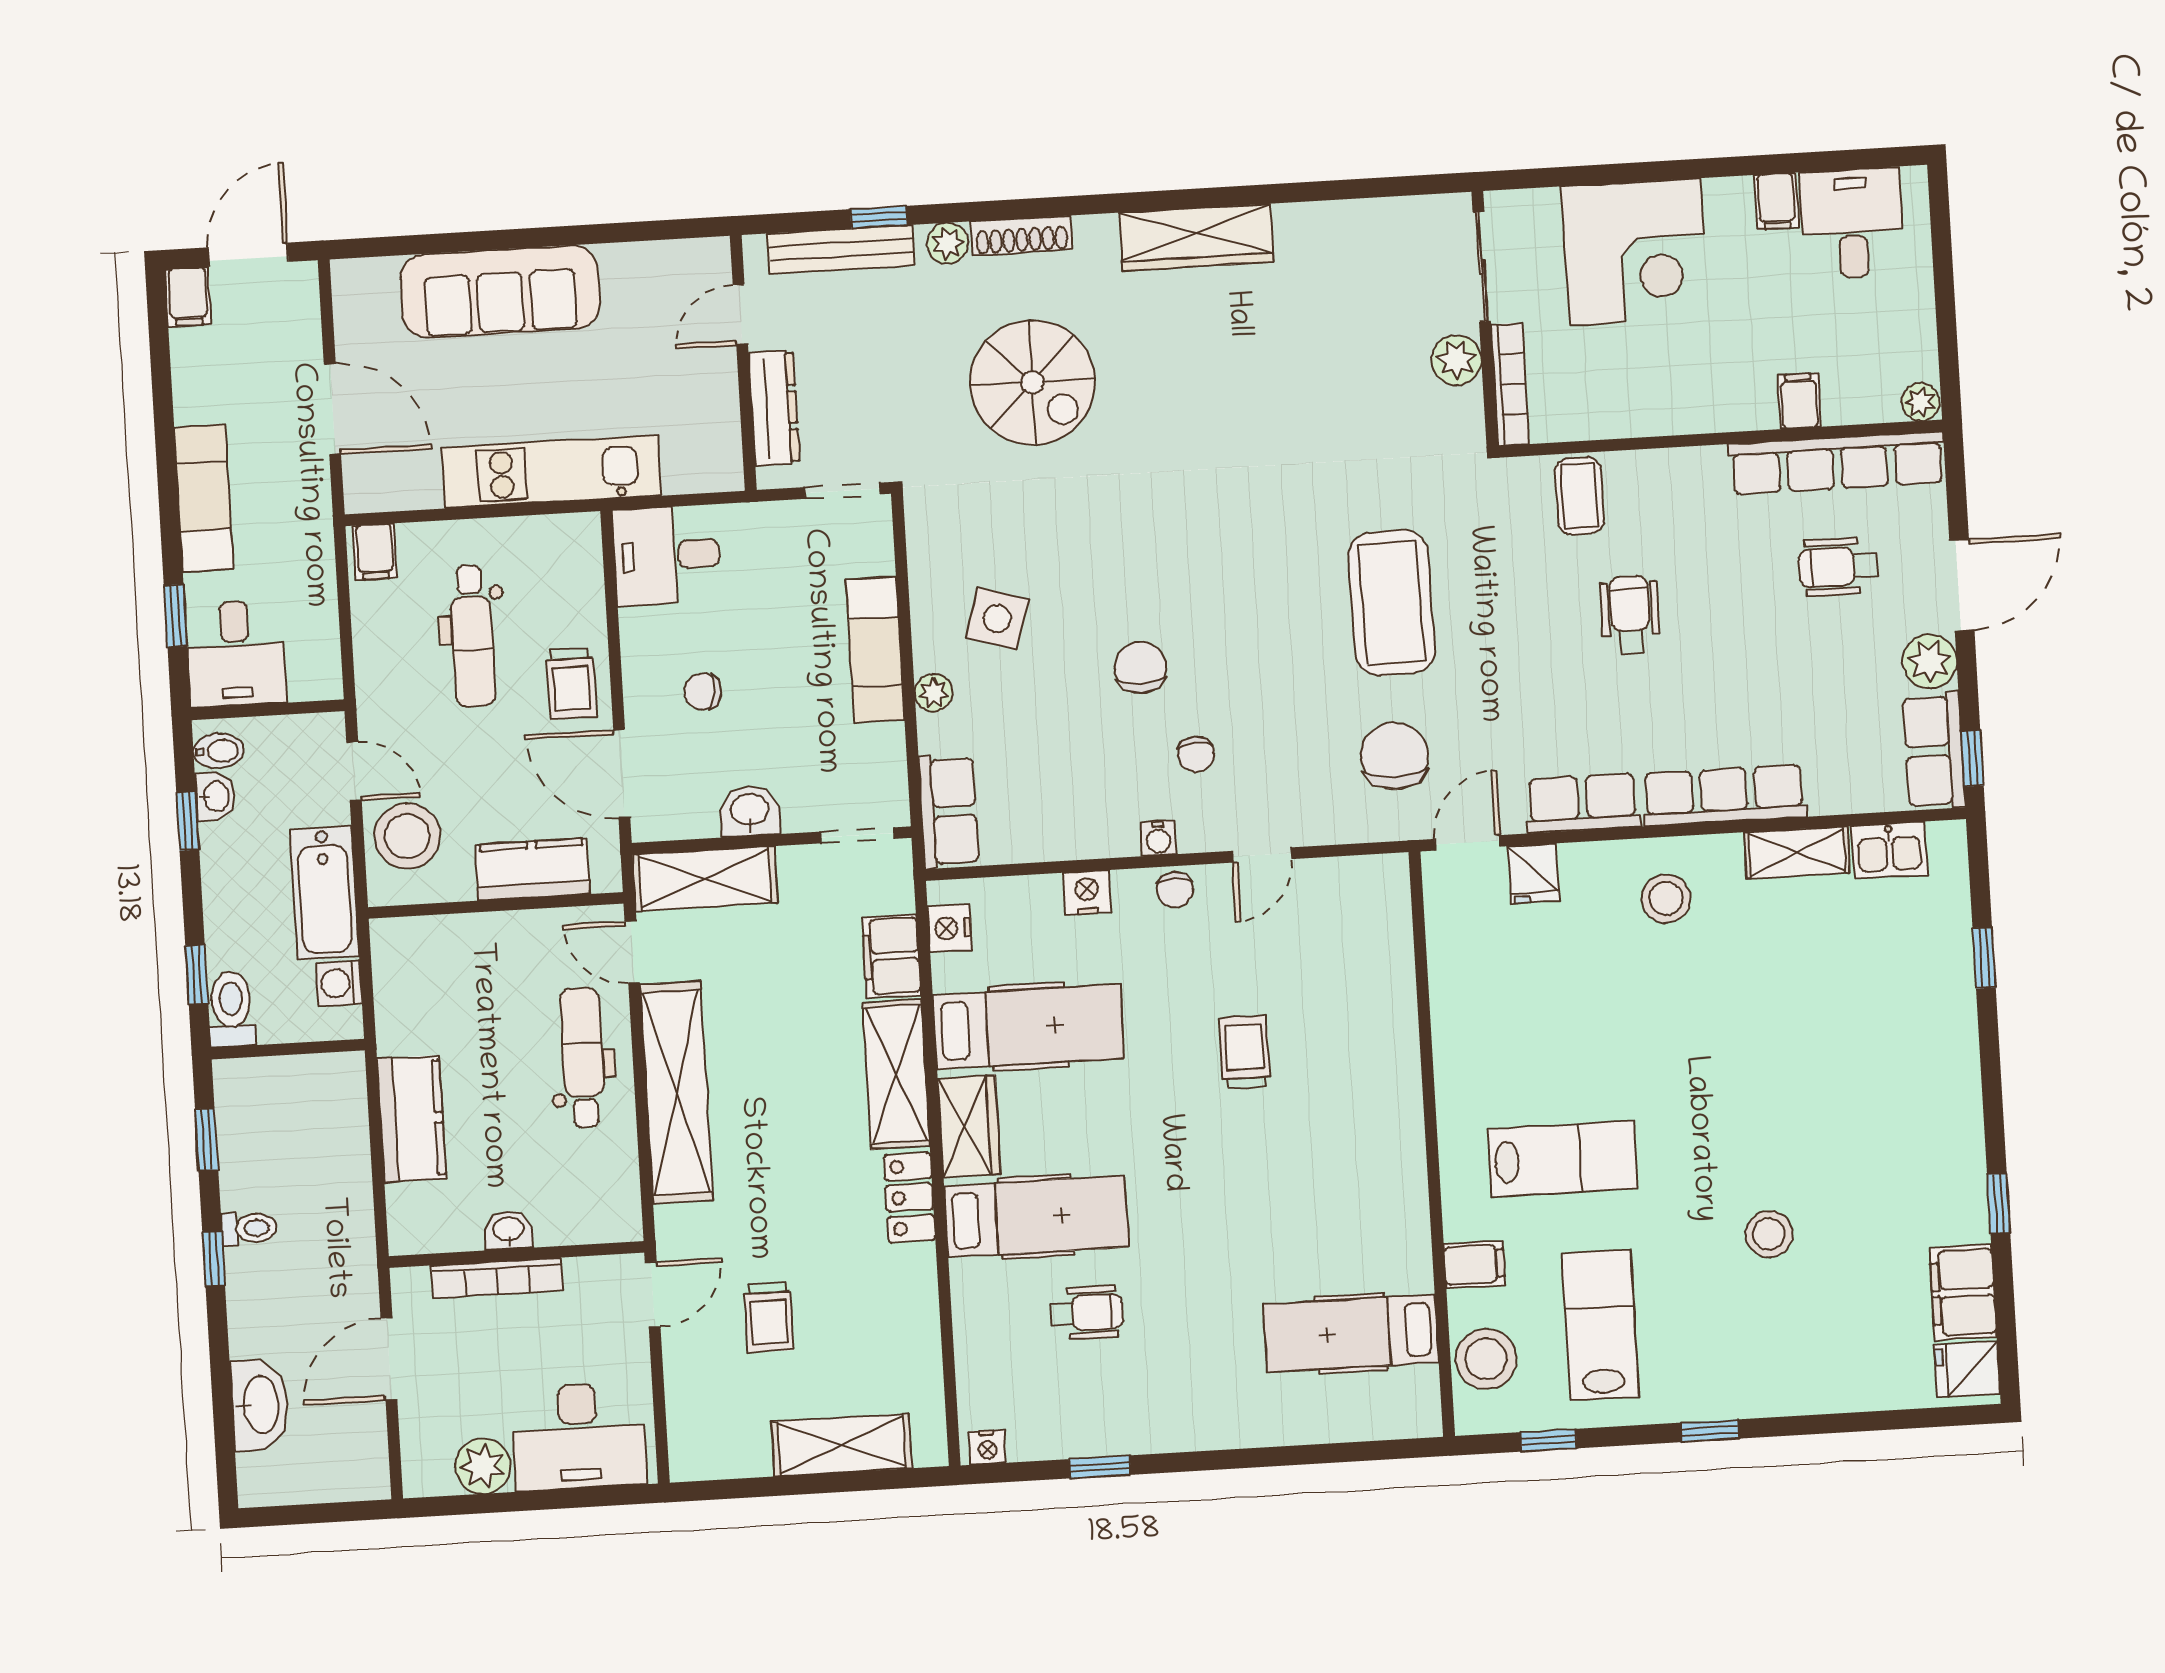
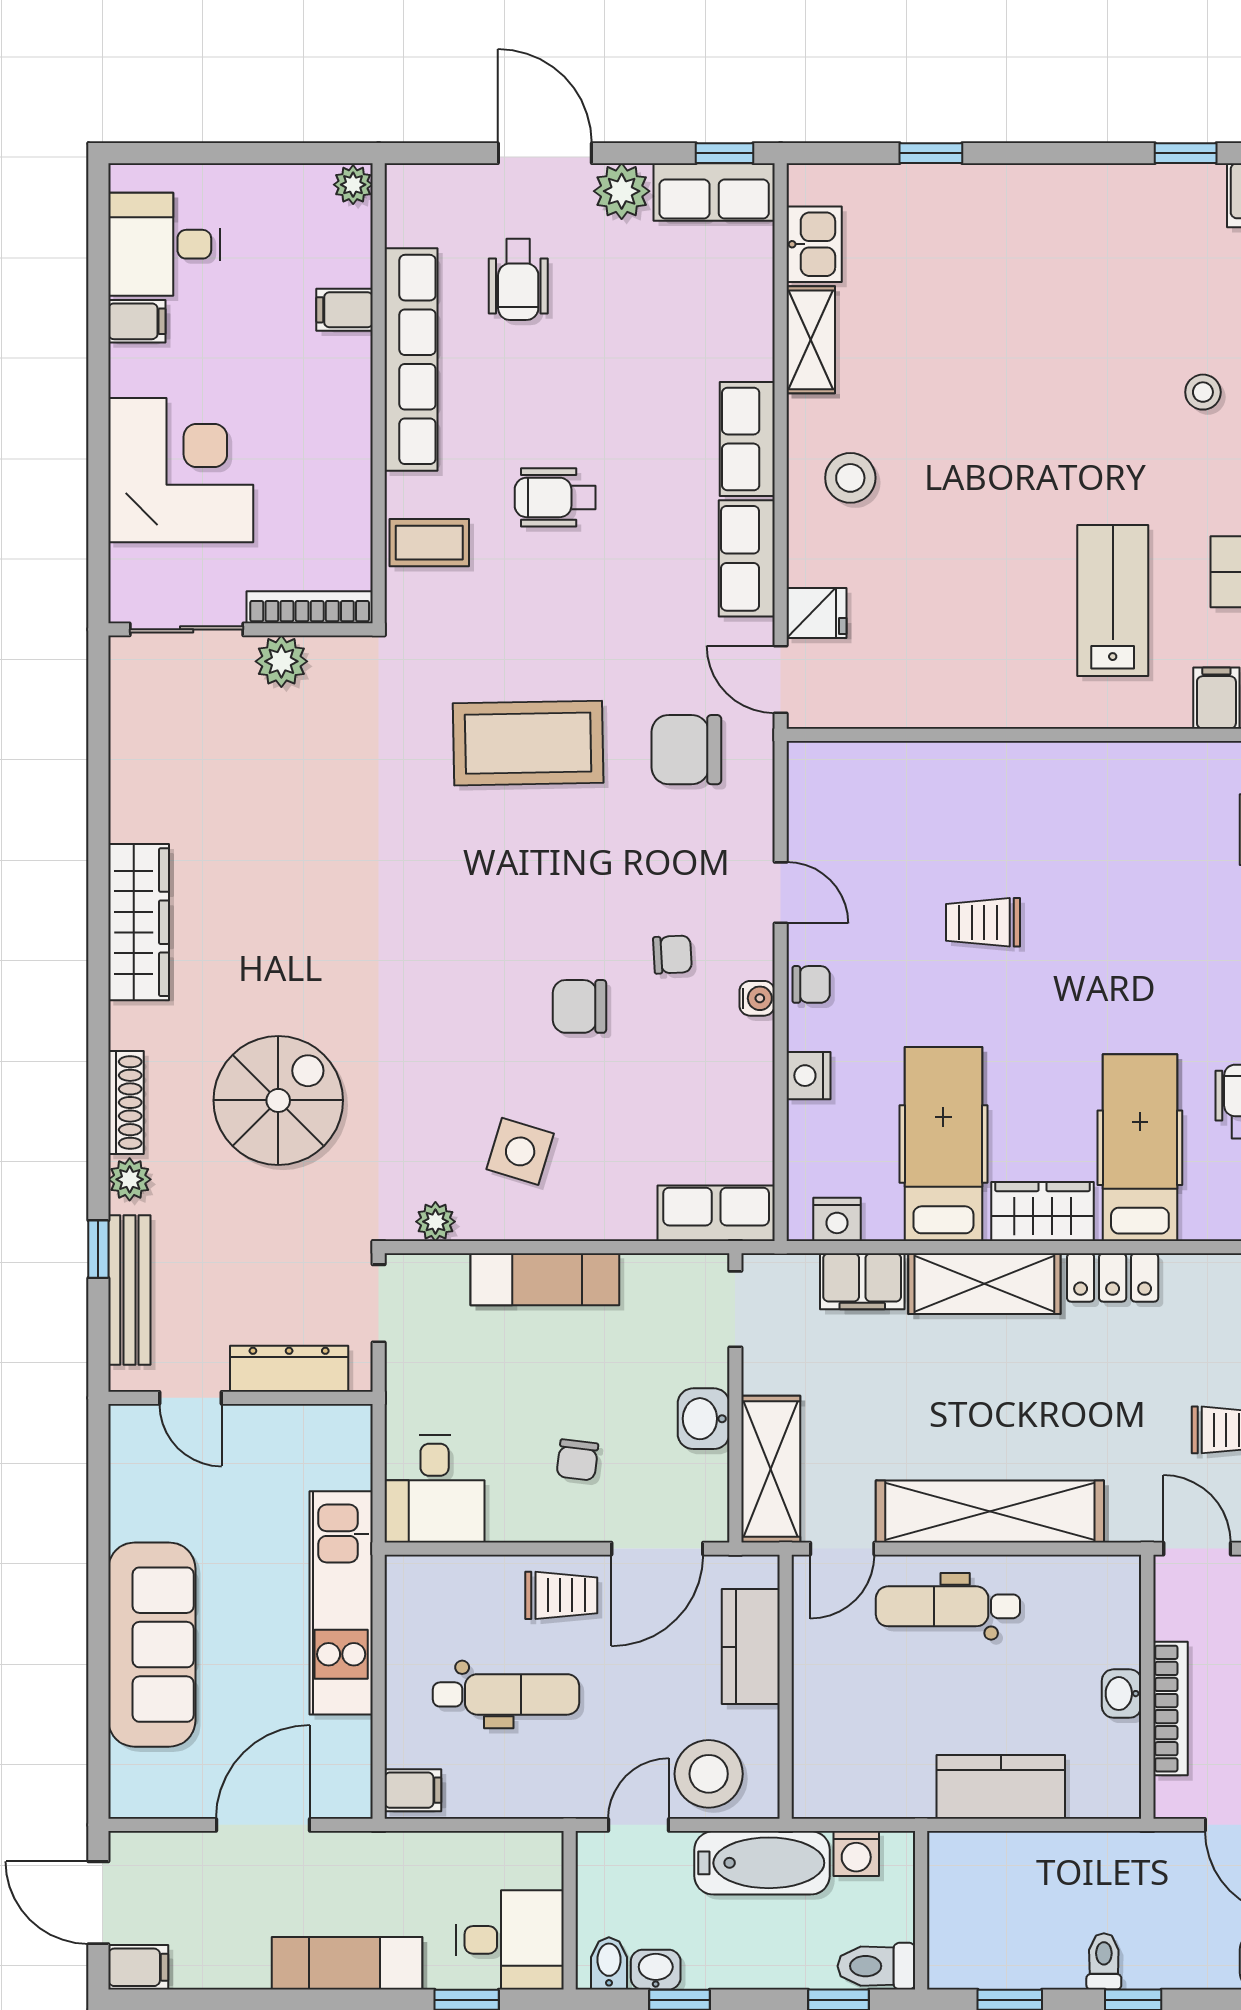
row of seats: (1837, 463) -> (411, 359), moved
plant: (934, 693) -> (435, 1222), moved
row of seats: (1724, 795) -> (747, 439), width x0.68
stool: (1769, 1234) -> (1203, 392), width x0.73, depth x0.73

